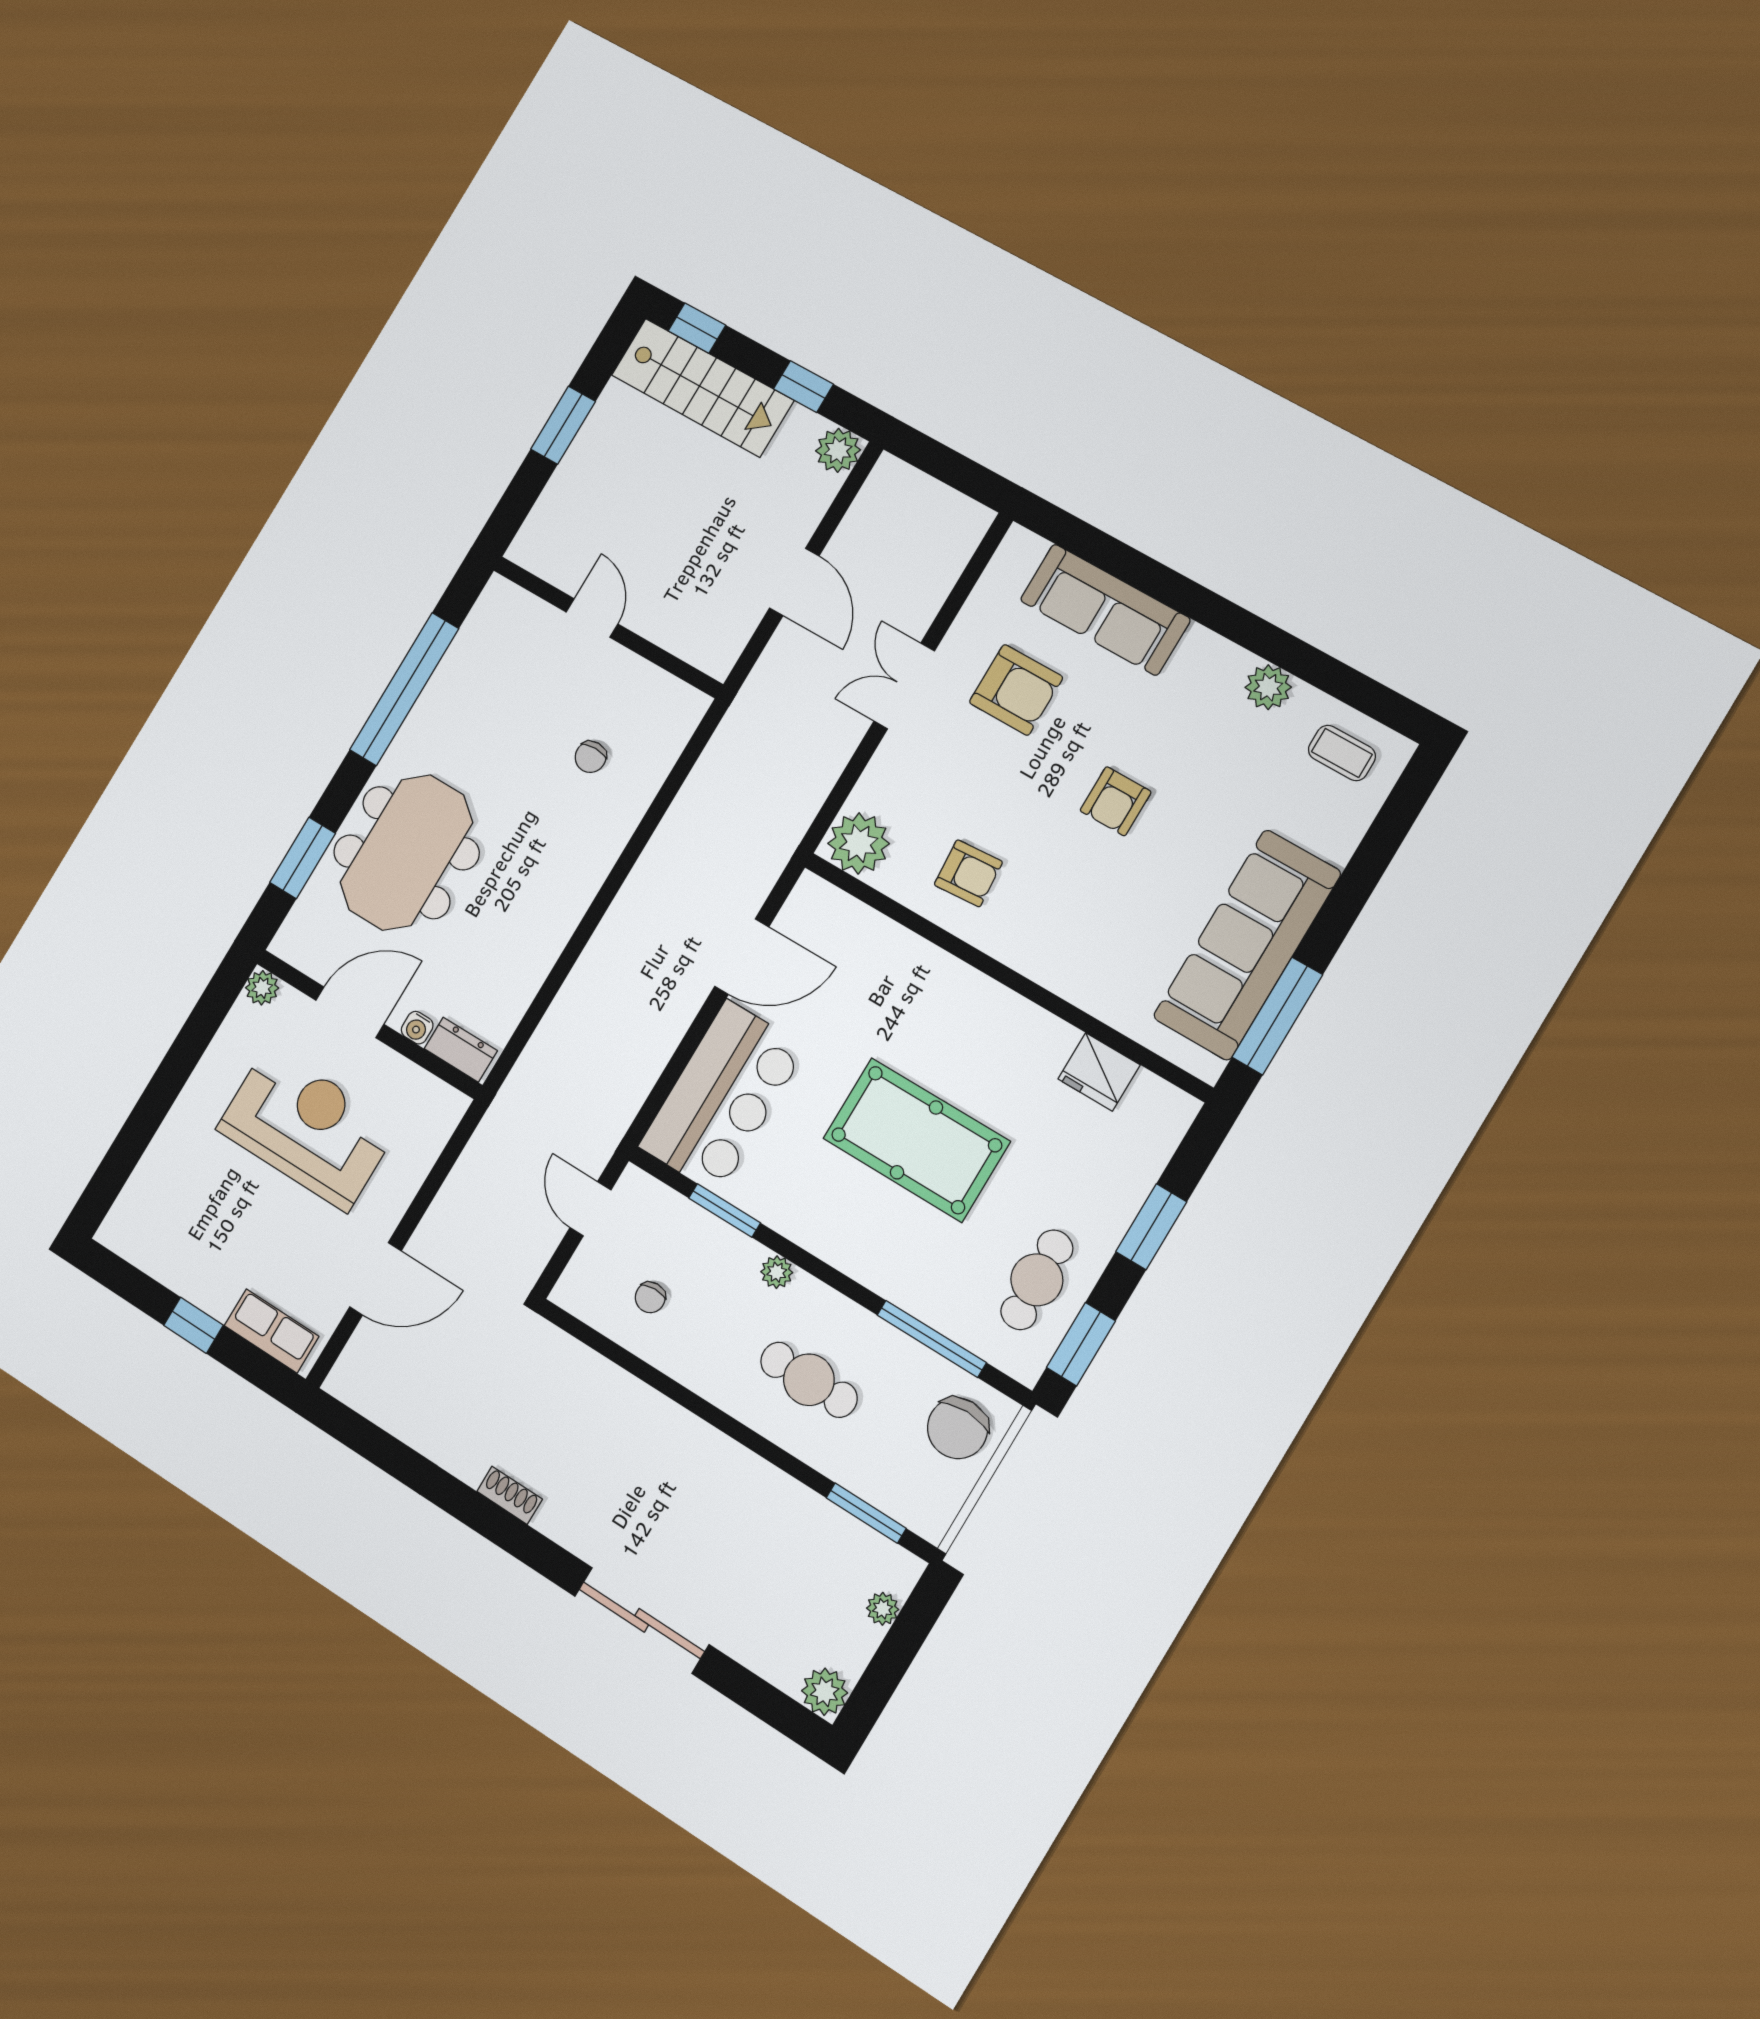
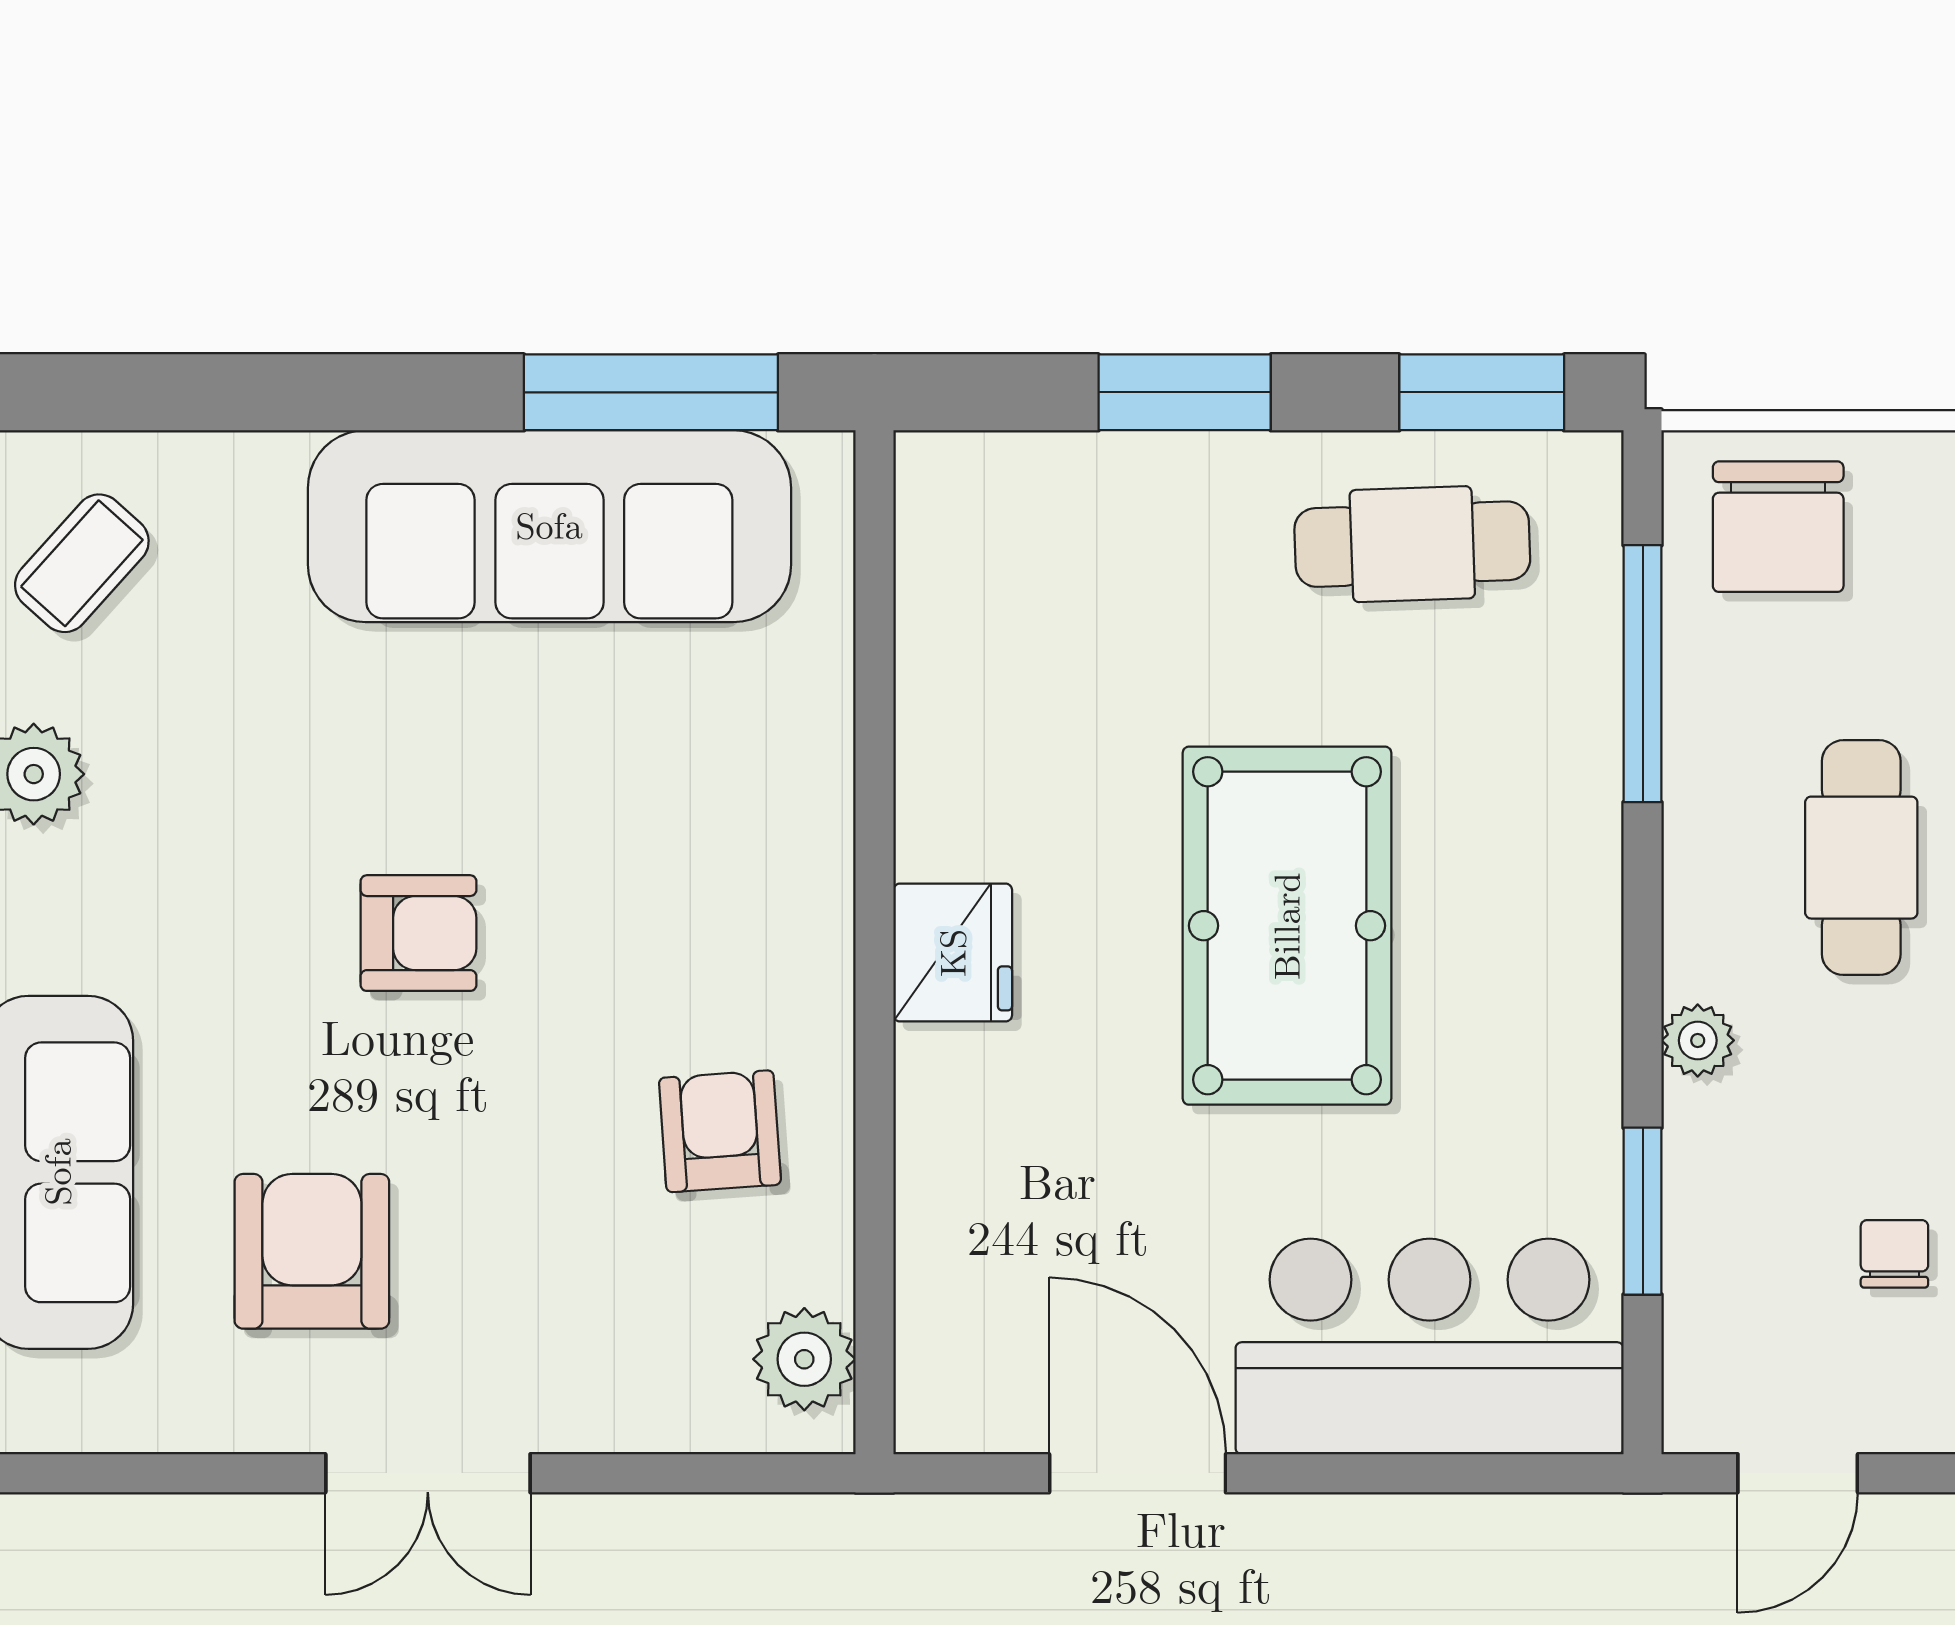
coffee table: (1342, 753) -> (82, 563), turned 42
plant: (859, 843) -> (804, 1359), width x0.73, depth x0.73
fridge: (1099, 1072) -> (953, 953), moved
chair: (650, 1297) -> (1894, 1254), turned -88
chair: (958, 1428) -> (1778, 527), turned 90

